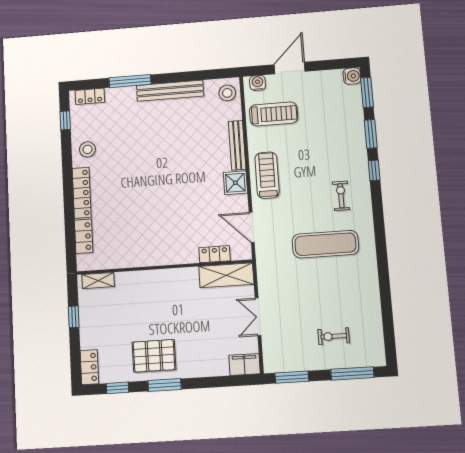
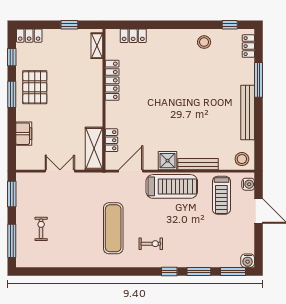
treadmill: (267, 175) -> (172, 186), width x1.37, depth x1.38
locker: (82, 193) -> (112, 80), moved, turned -90
filing cabinet: (245, 364) -> (24, 134), moved

